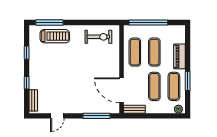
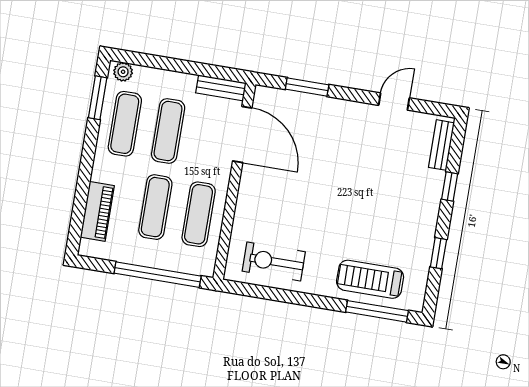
piano: (179, 56) -> (97, 211), moved
window: (188, 81) -> (98, 98), moved
window: (97, 116) -> (307, 87), width x0.69

